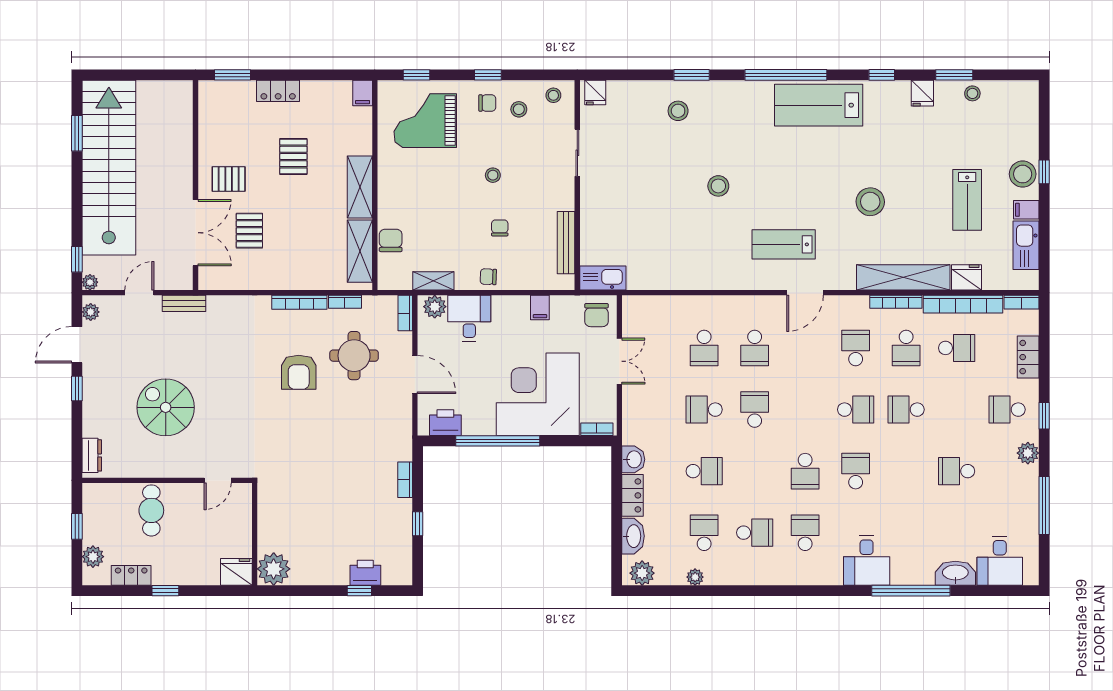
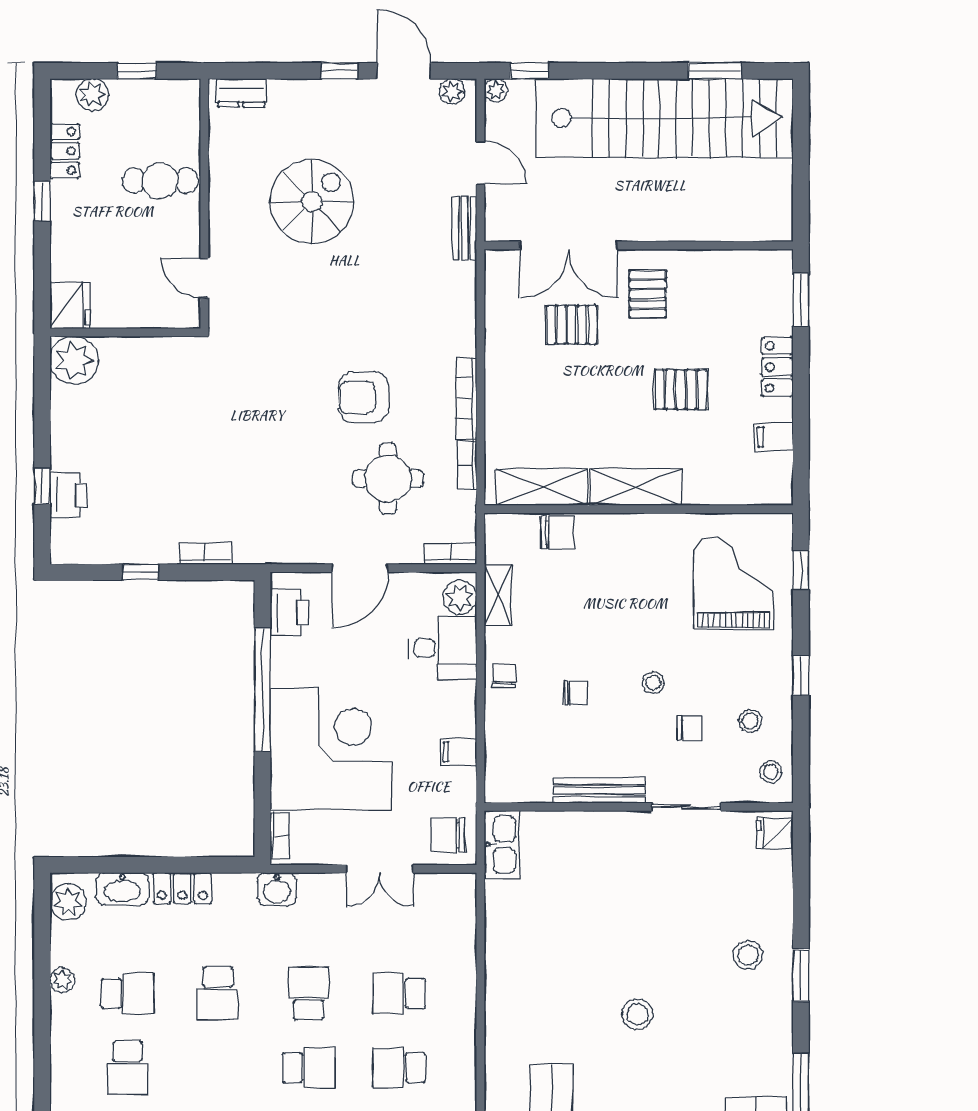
filing cabinet: (363, 93) -> (774, 437), moved
chair: (487, 103) -> (689, 728), moved, turned -90
bench: (566, 243) -> (599, 790), moved
washbasin: (633, 459) -> (277, 889), moved

